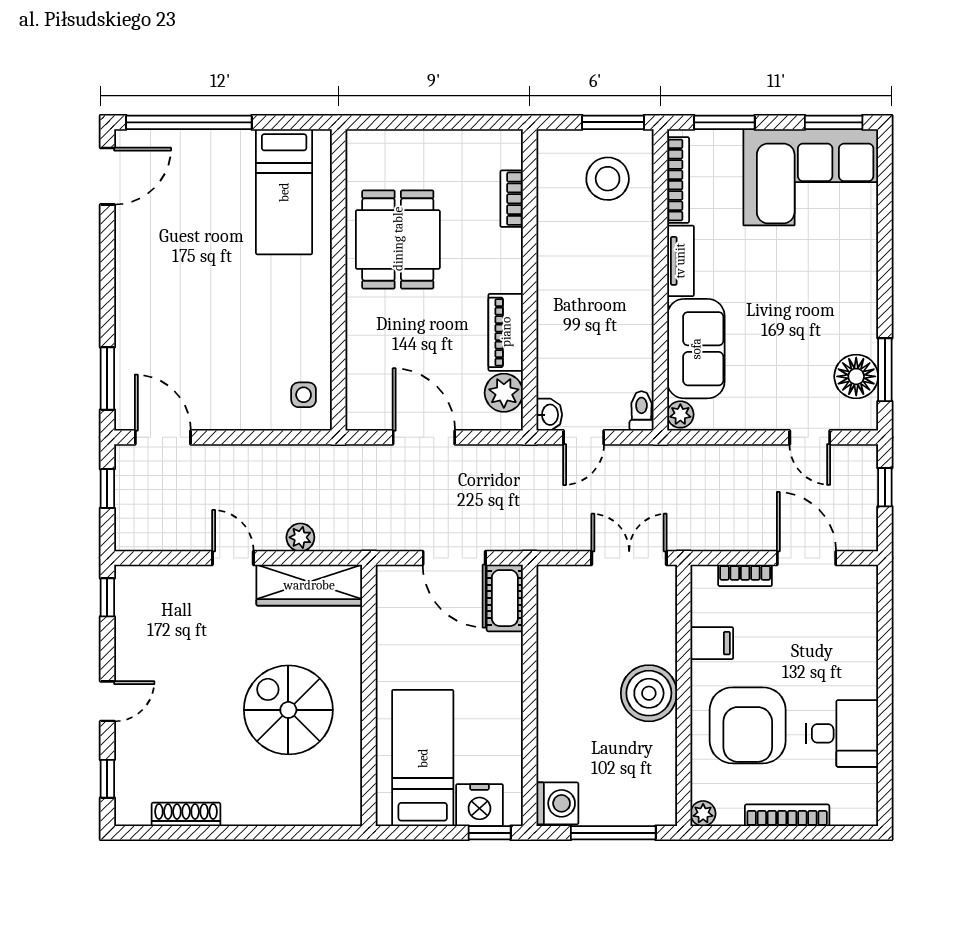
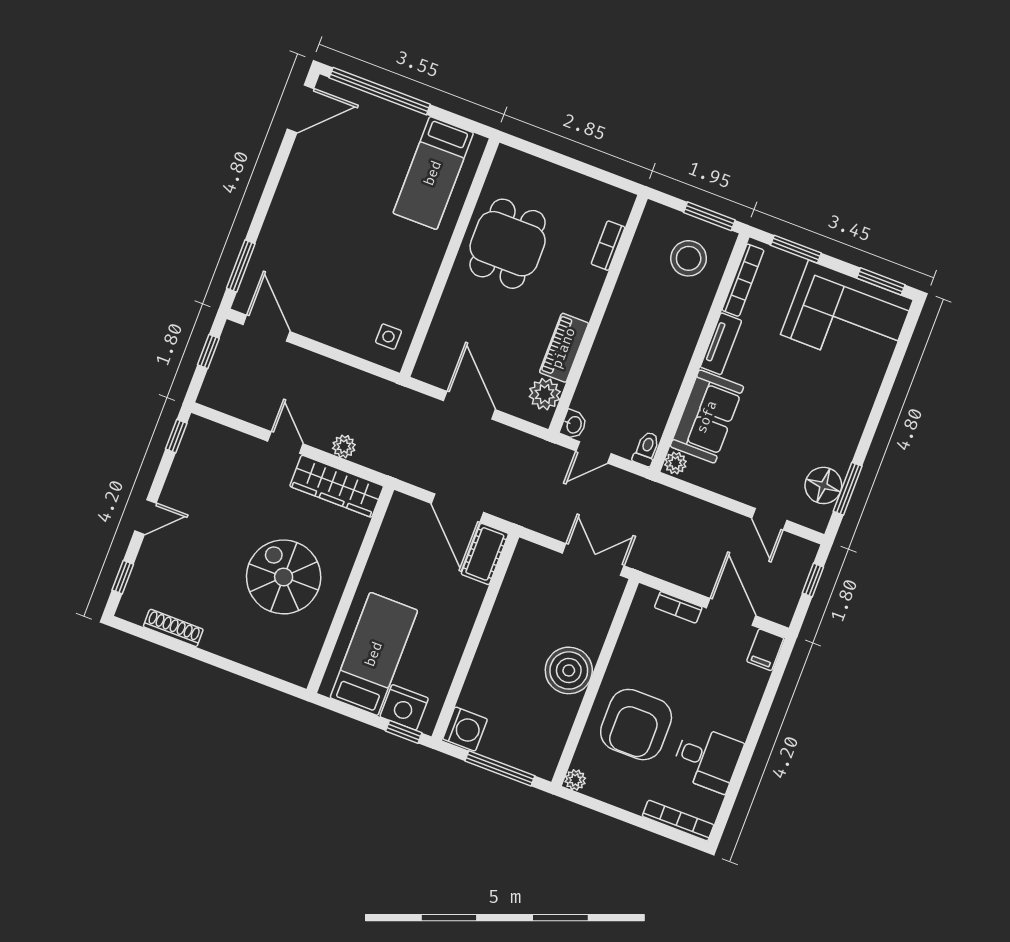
filing cabinet: (712, 643) -> (765, 650), moved, turned 90
bookcase: (787, 815) -> (678, 821), moved

